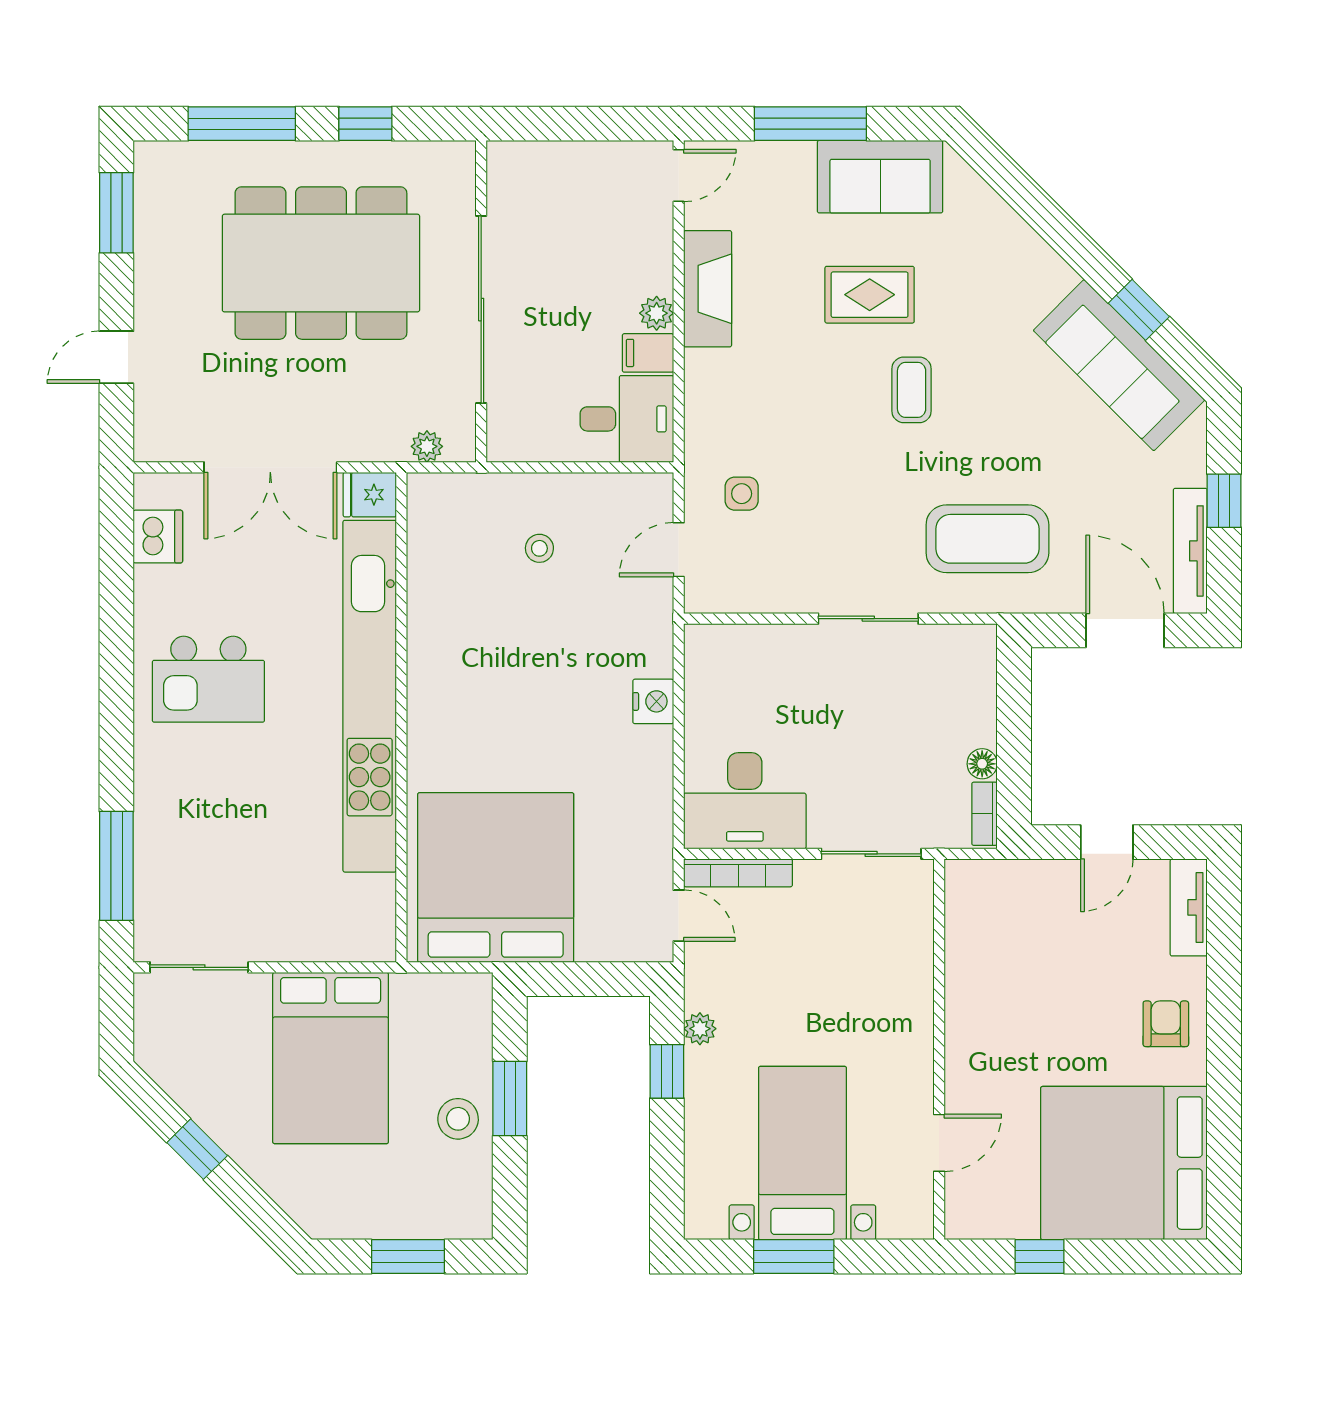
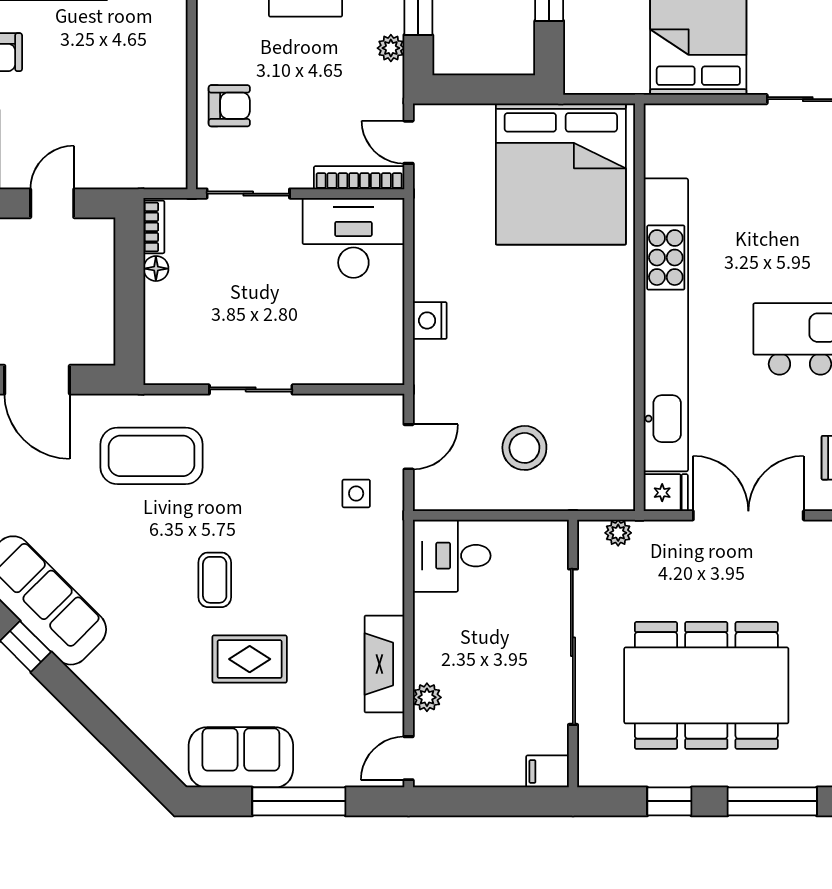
plant: (657, 313) -> (427, 697), moved
filing cabinet: (648, 353) -> (547, 771), moved, turned 180
stool: (539, 548) -> (524, 448), width x1.89, depth x1.89
armchair: (894, 959) -> (229, 106), added

